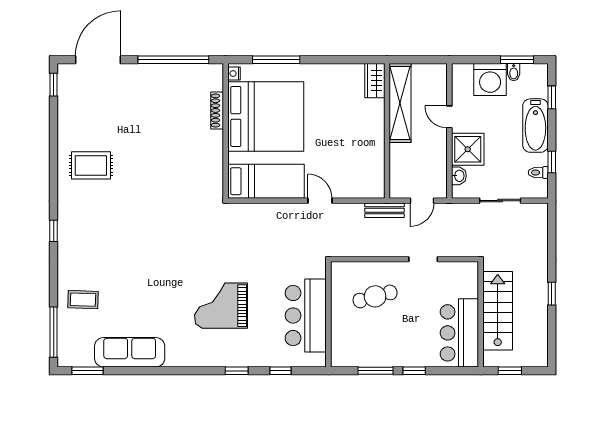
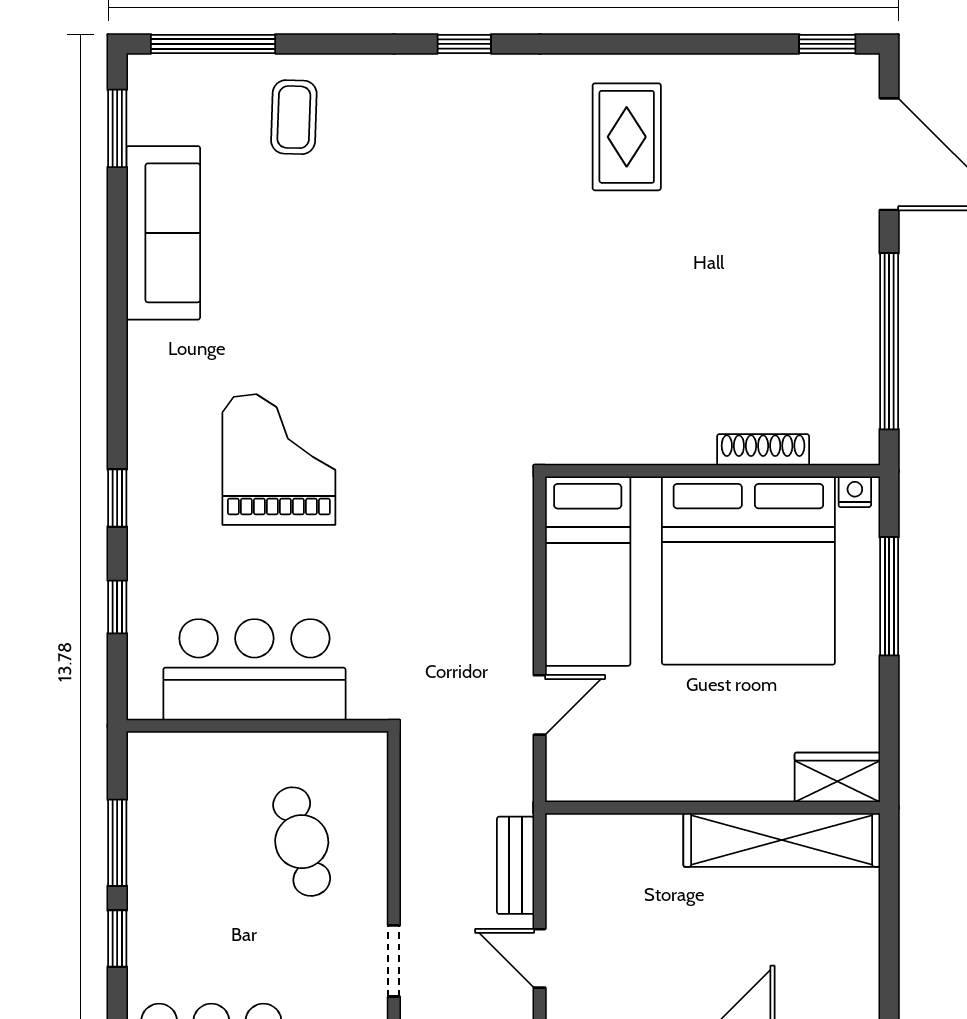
wardrobe: (375, 81) -> (837, 777), moved
shelving: (400, 103) -> (782, 840), moved
wall: (387, 131) -> (713, 808), moved

